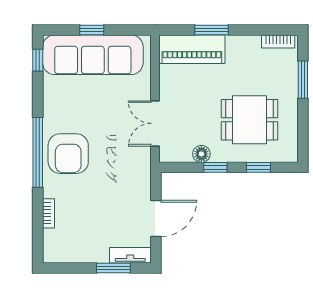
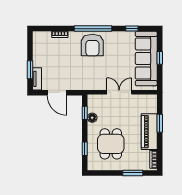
piano: (192, 49) -> (149, 132), moved
window: (38, 60) -> (132, 29), moved
double door: (155, 123) -> (119, 92), moved
armchair: (68, 154) -> (92, 45), turned -90
window: (215, 167) -> (85, 113), moved

